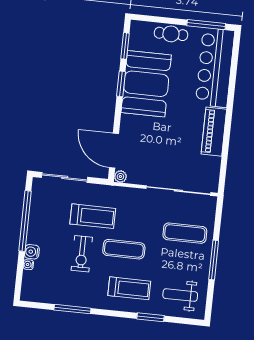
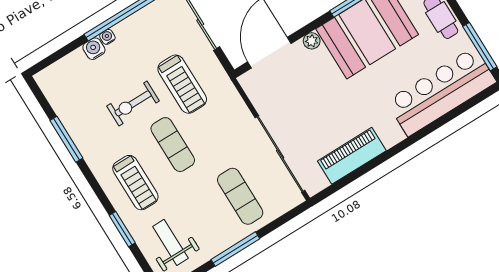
piano: (214, 132) -> (352, 156), moved
plant: (120, 177) -> (312, 41), moved
water cooler: (28, 265) -> (107, 37), moved

